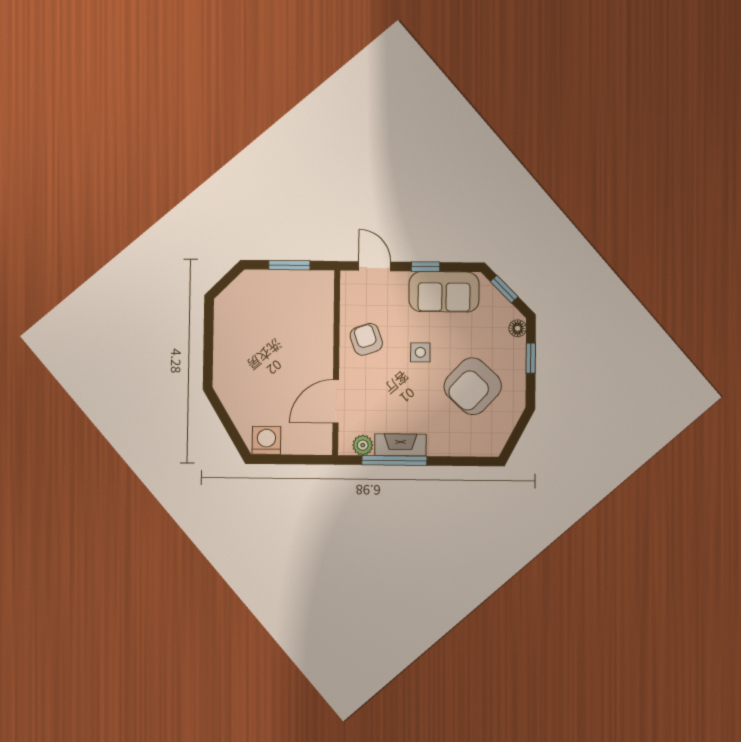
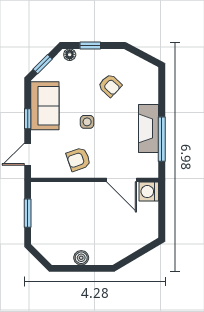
boiler: (224, 342) -> (81, 258), added
armchair: (473, 386) -> (110, 86), width x0.53, depth x0.53
washing machine: (266, 440) -> (149, 192), moved
plant: (363, 445) -> (151, 161), removed
fireplace: (400, 445) -> (149, 128), width x1.37, depth x1.32

